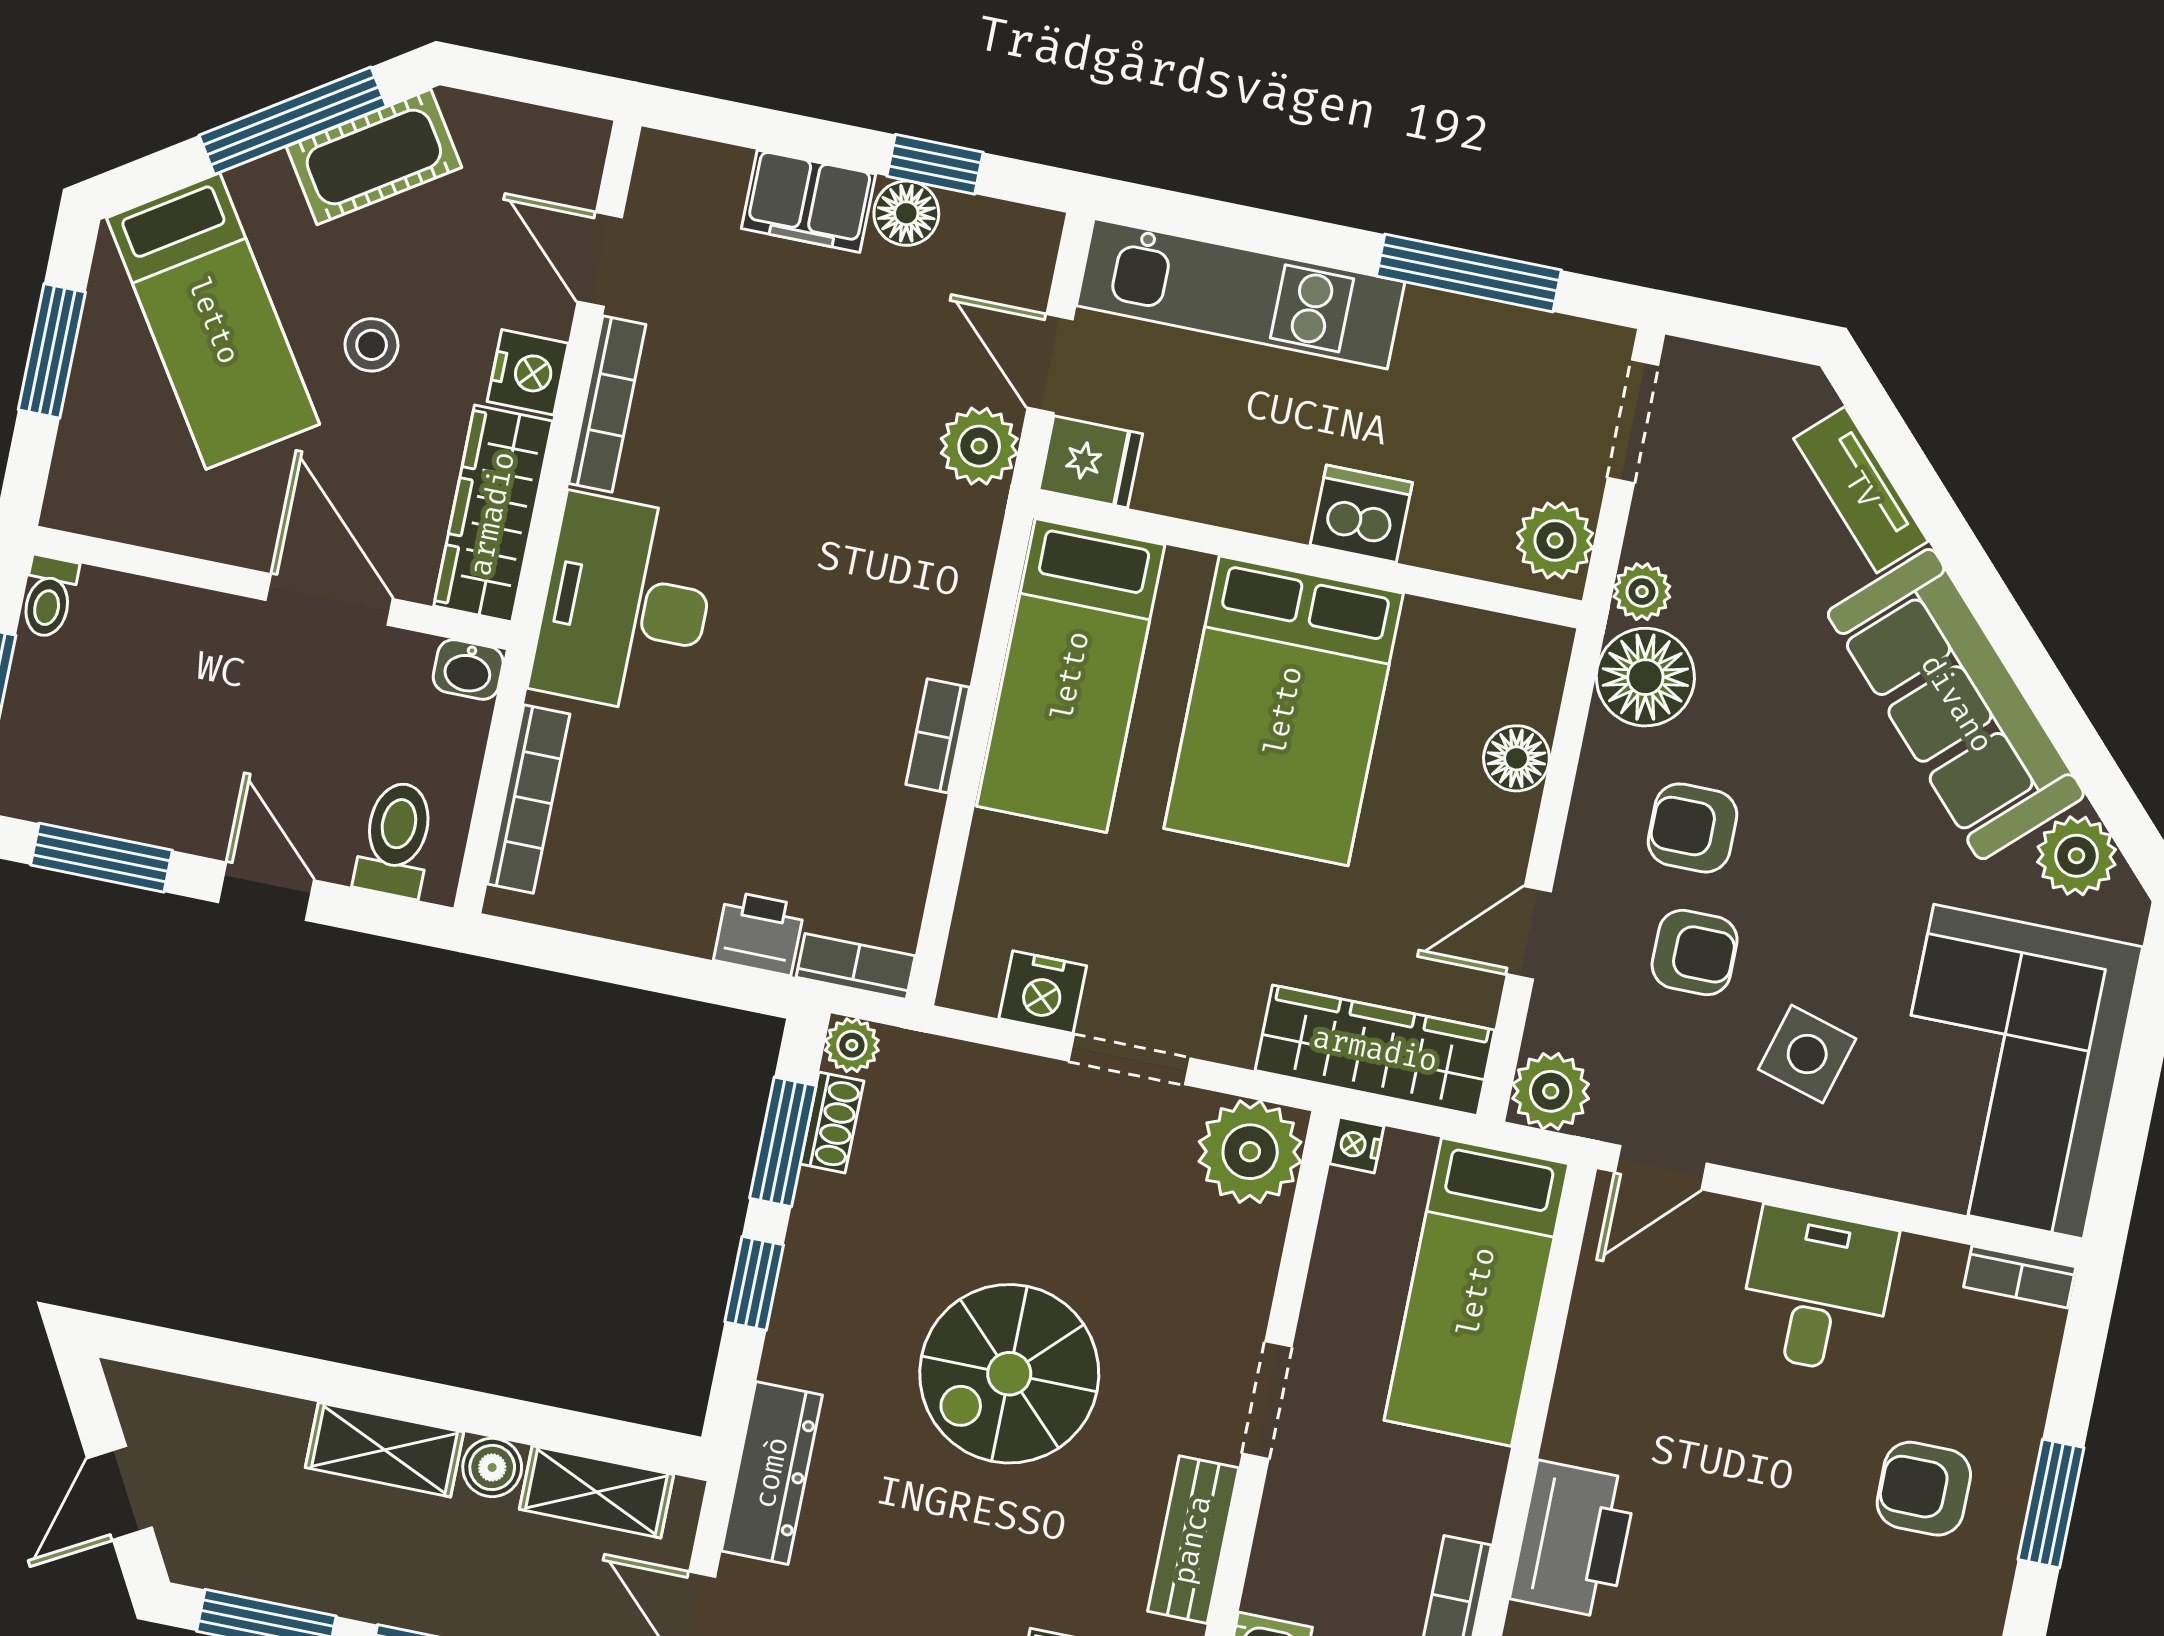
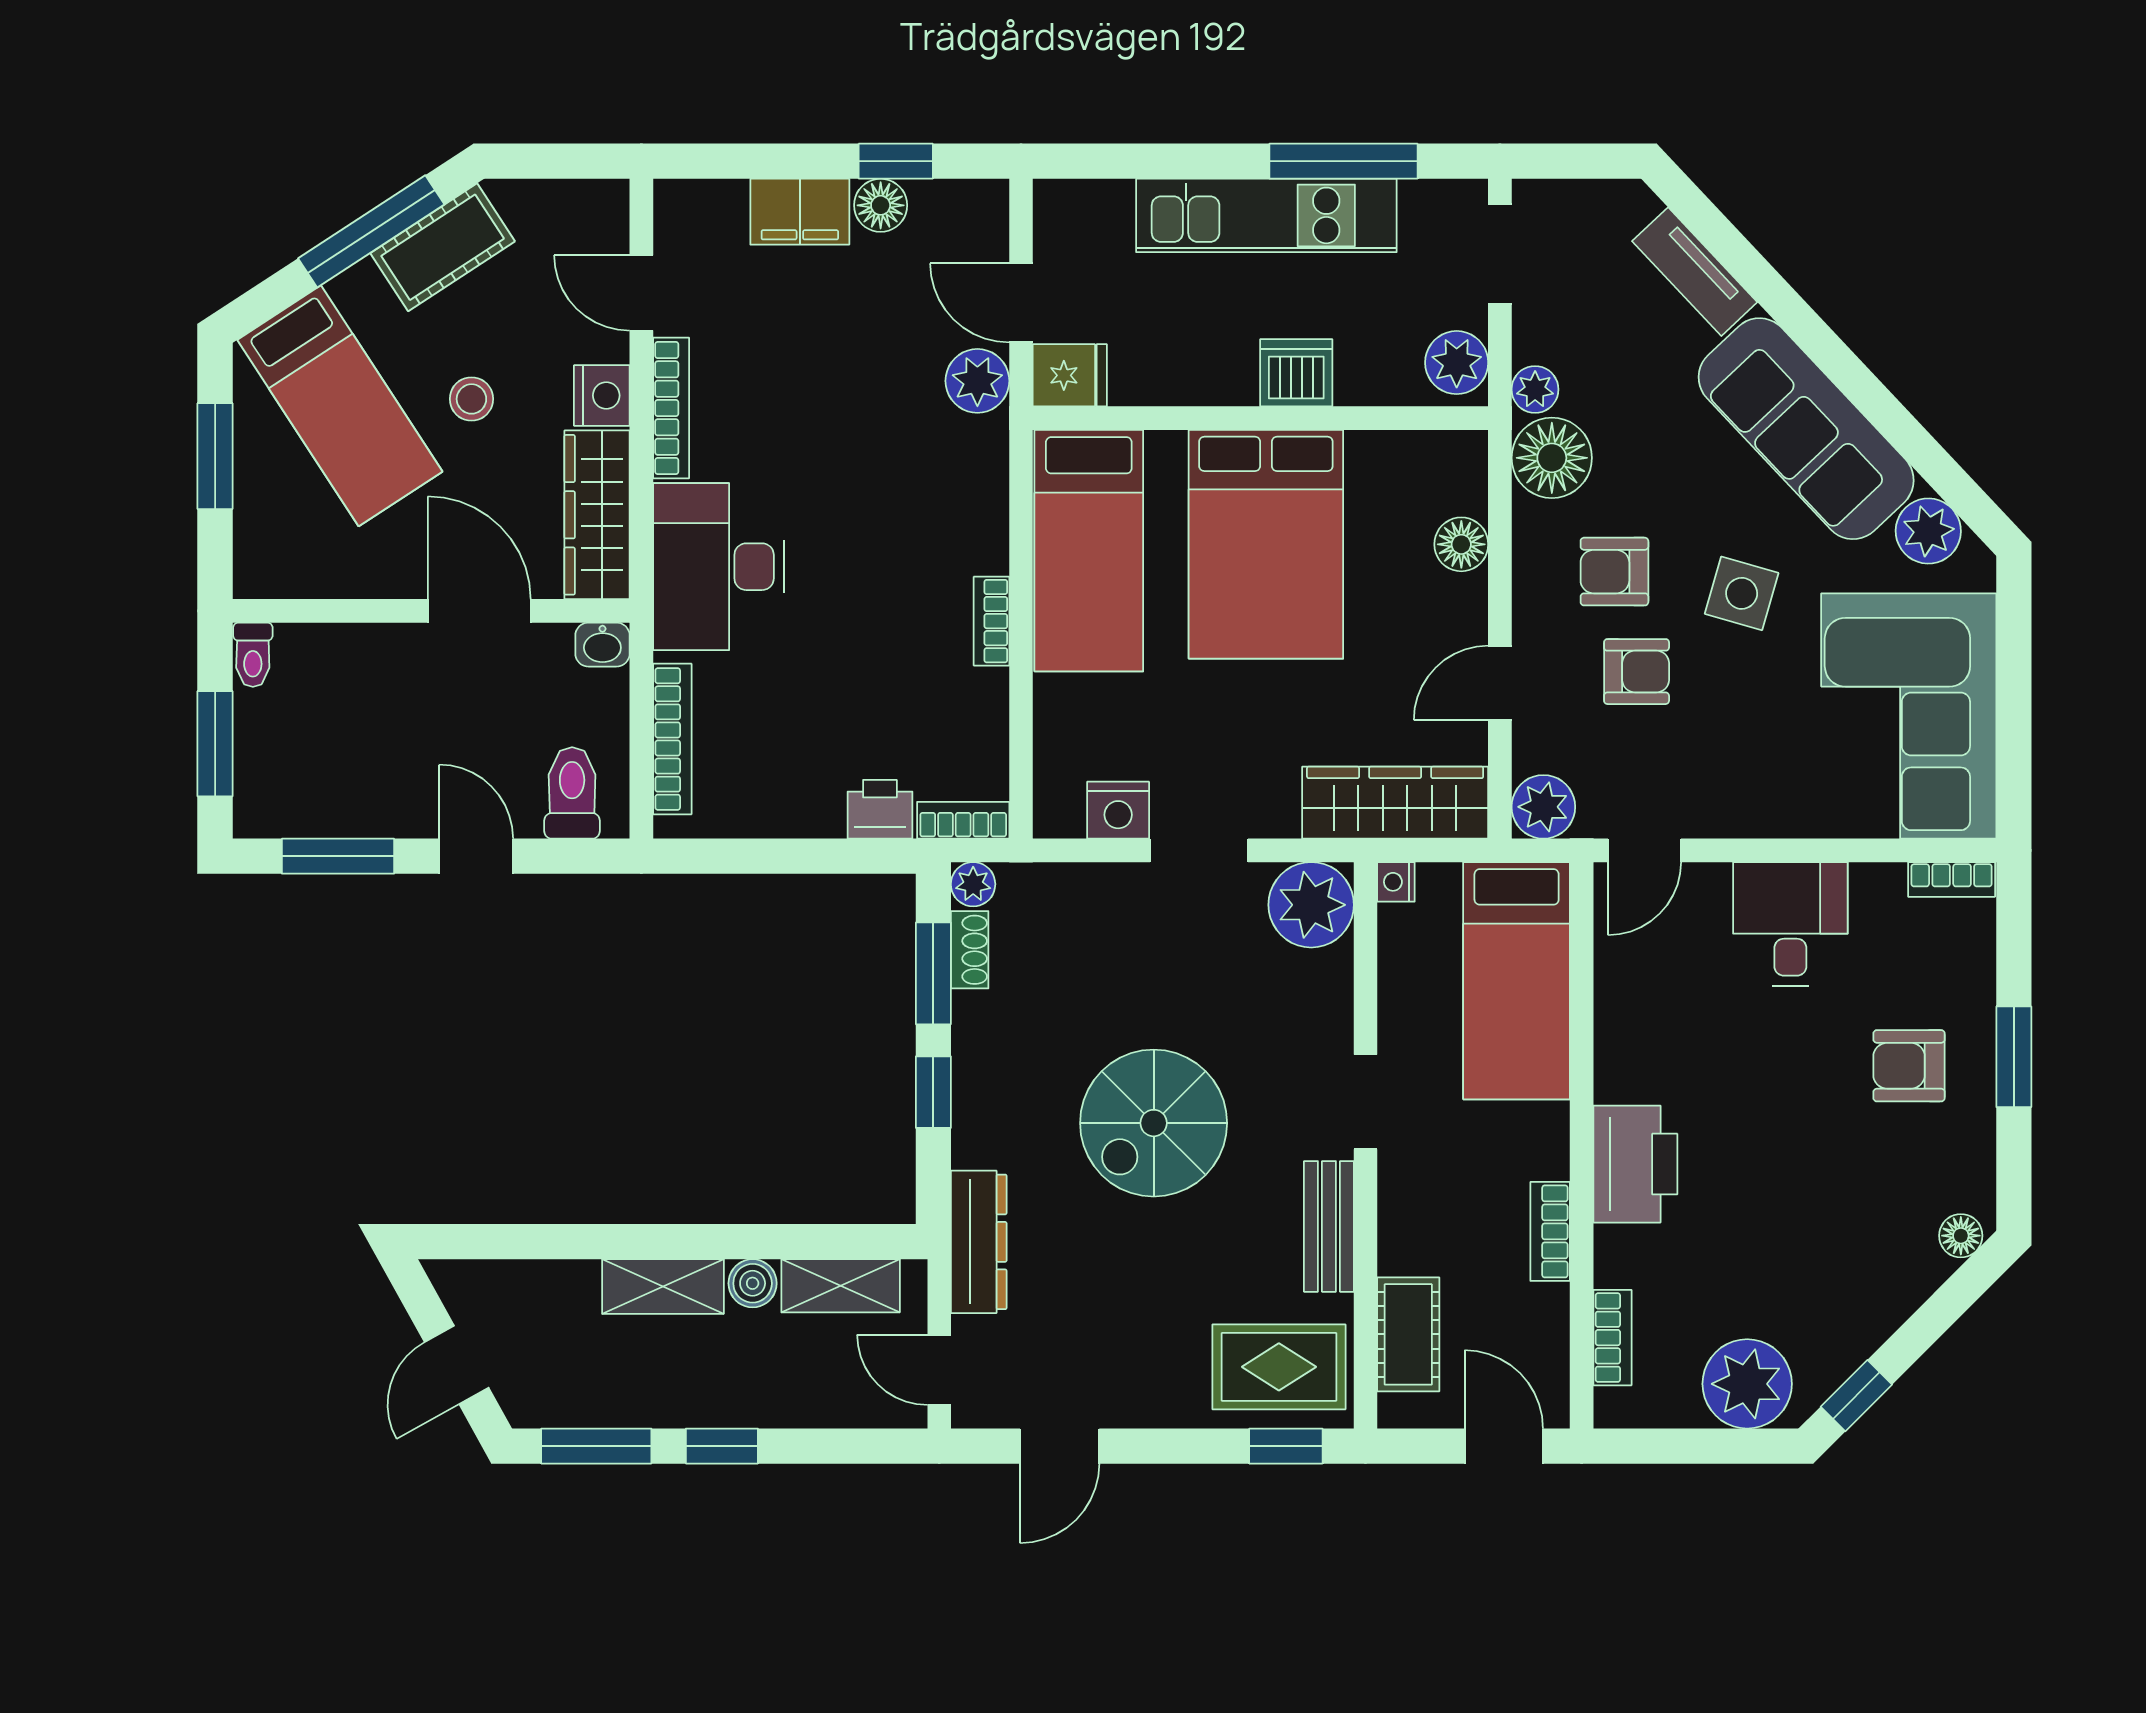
kitchen unit: (1241, 294) -> (1266, 215), moved
side table: (1807, 1054) -> (1742, 593), moved

